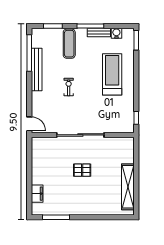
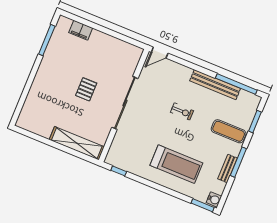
water cooler: (116, 33) -> (214, 199), moved
shelving: (128, 187) -> (77, 143), moved

